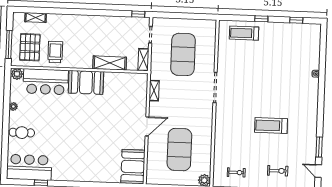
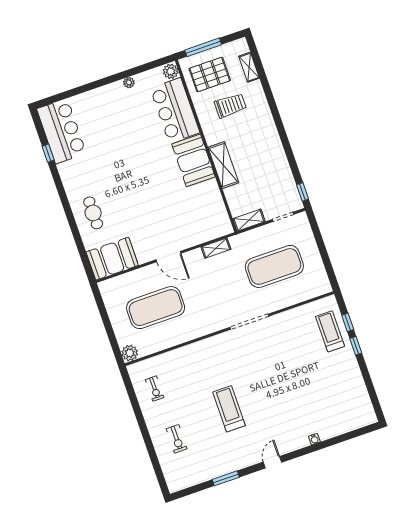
window: (296, 20) -> (348, 322), moved
trolley: (55, 52) -> (230, 105), moved
shelving: (110, 63) -> (223, 165), moved
cafe table: (22, 133) -> (93, 213), moved
door: (318, 171) -> (272, 462), moved

